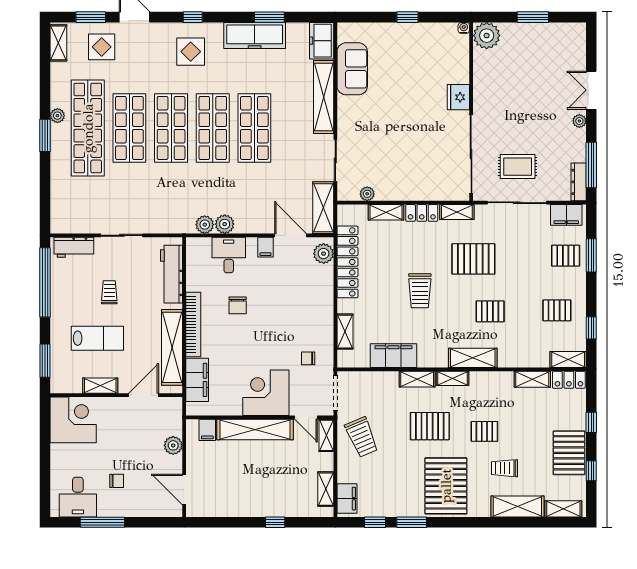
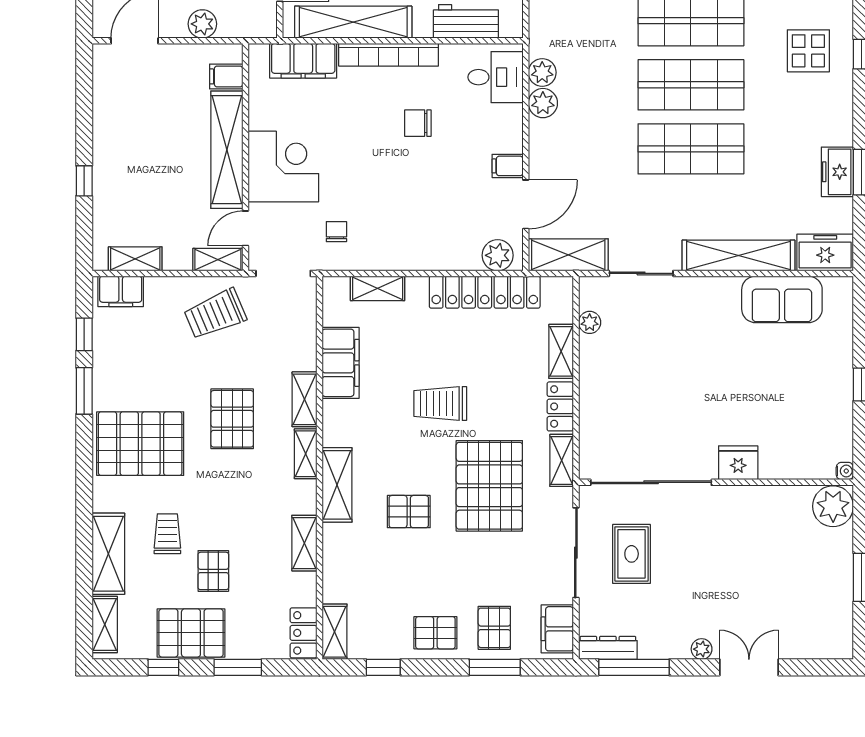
freezer: (255, 35) -> (837, 172), width x0.52, depth x0.79
desk: (229, 255) -> (495, 77), moved
pallet: (473, 259) -> (489, 486), width x1.37, depth x1.41
workbench: (172, 274) -> (466, 21), width x0.73
pallet: (557, 310) -> (435, 633), moved, turned 90
pallet: (490, 311) -> (409, 512), turned 90
shelving: (532, 379) -> (304, 543), moved
window: (591, 422) -> (238, 667), width x1.50
pallet: (484, 431) -> (213, 571), moved

